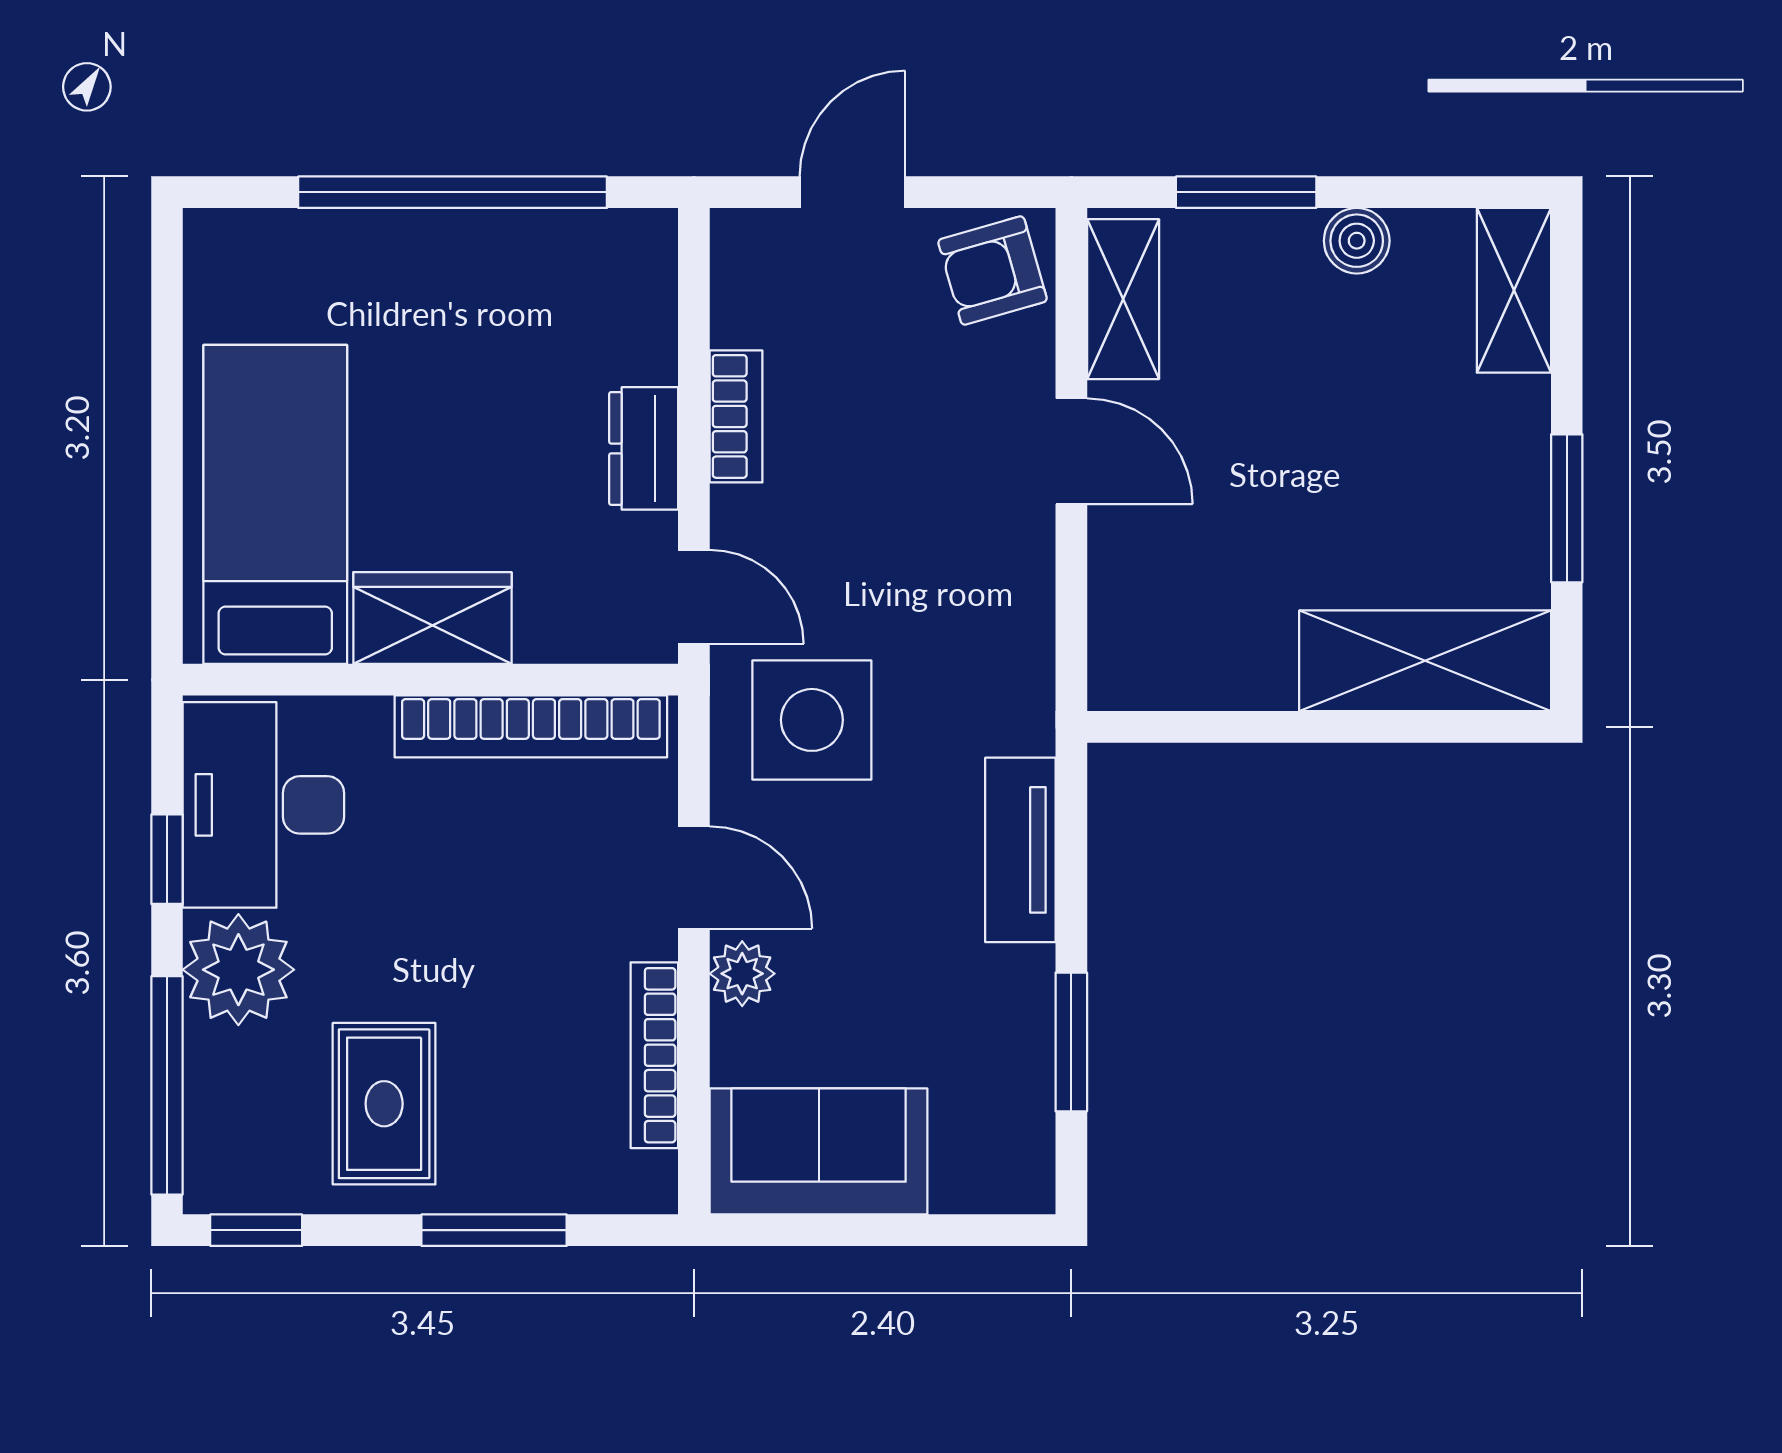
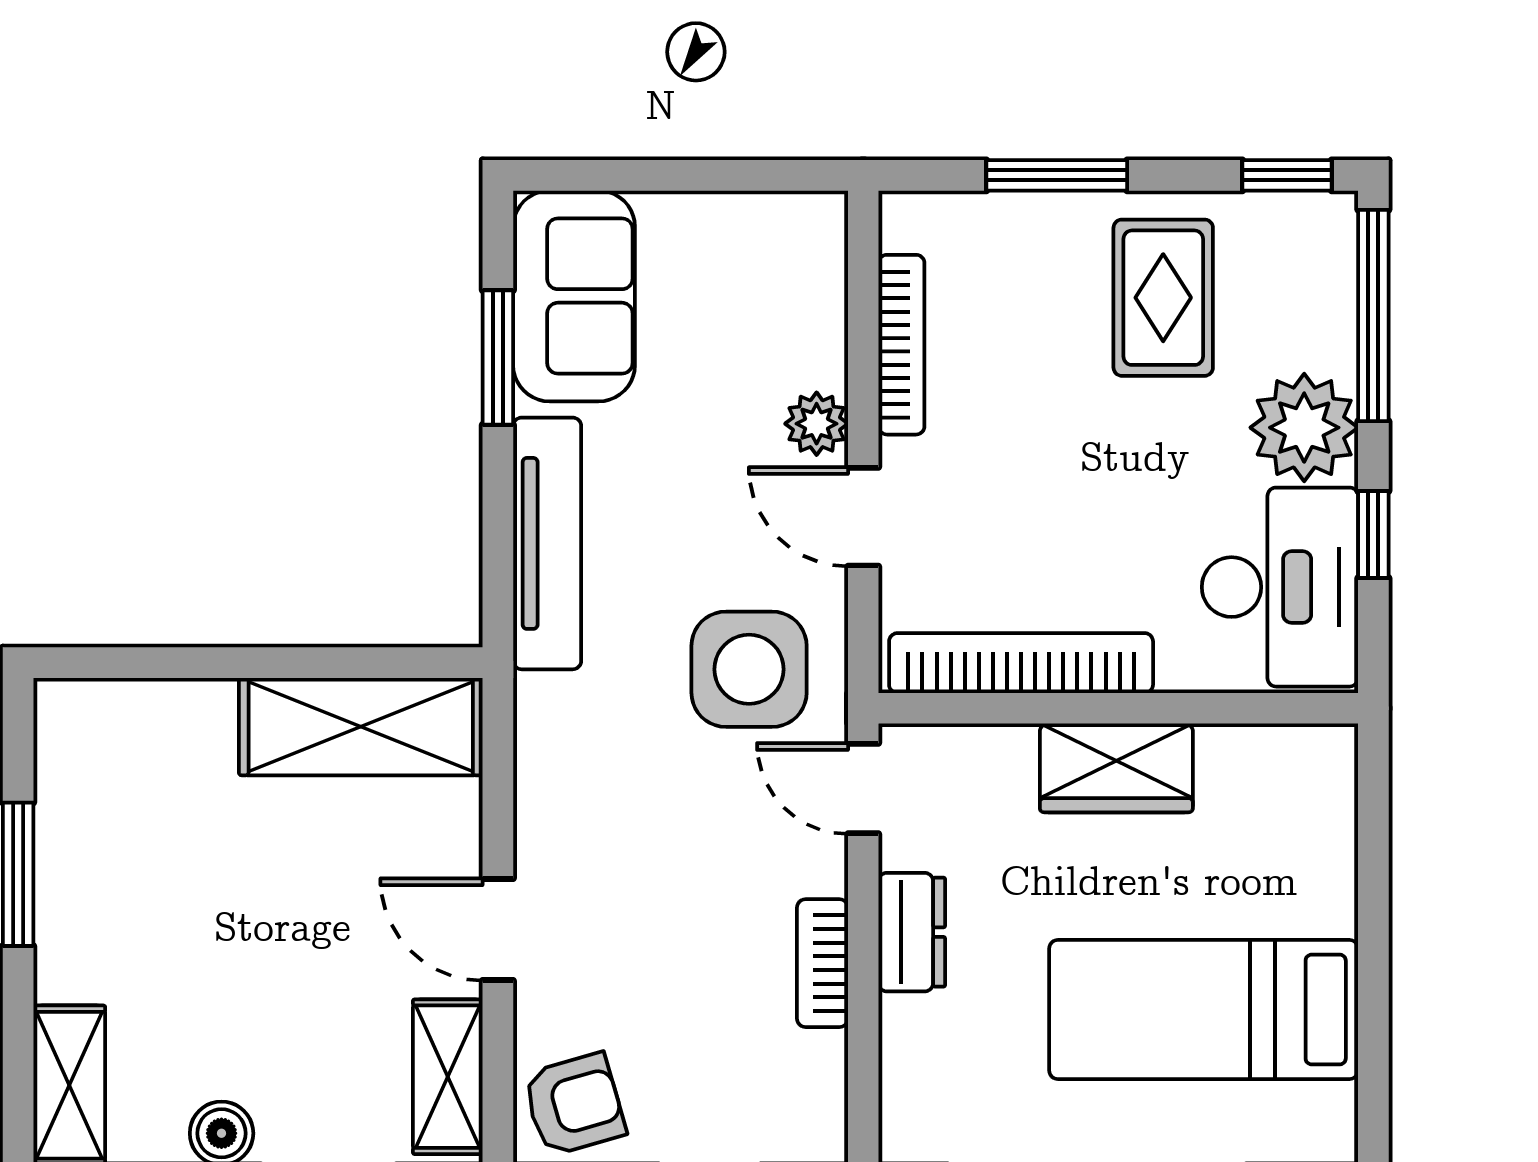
bed: (275, 504) -> (1204, 1010), moved, turned 90
shelving: (1425, 661) -> (361, 727), moved
tv unit: (1020, 850) -> (547, 543), width x1.41
sofa: (819, 1151) -> (574, 296), moved, turned -90

